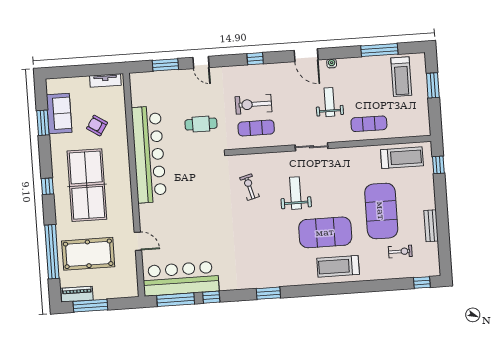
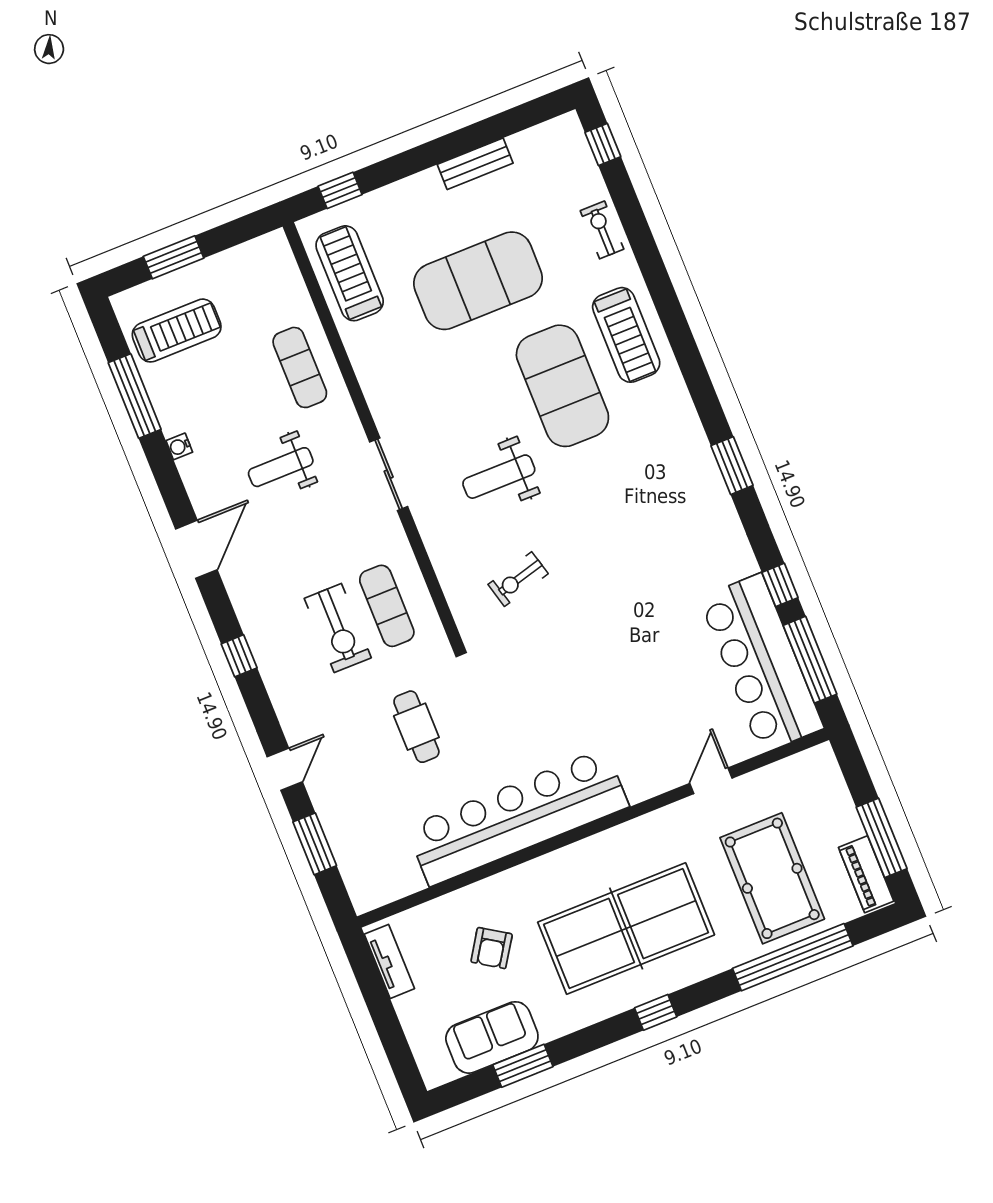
water cooler: (332, 63) -> (179, 446), moved
exercise bike: (400, 252) -> (602, 230), moved

